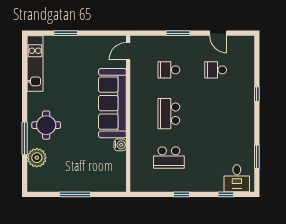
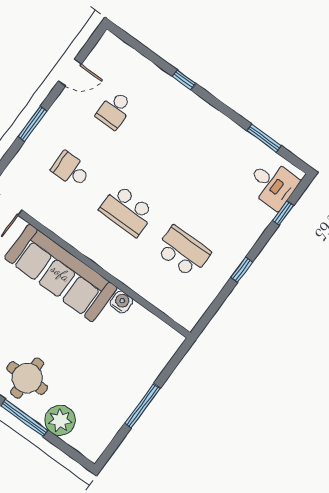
school desk: (169, 70) -> (71, 170), turned 90
school desk: (169, 158) -> (183, 251), turned -90

